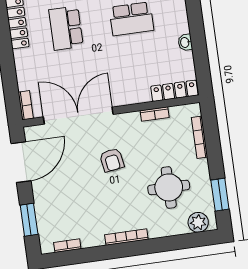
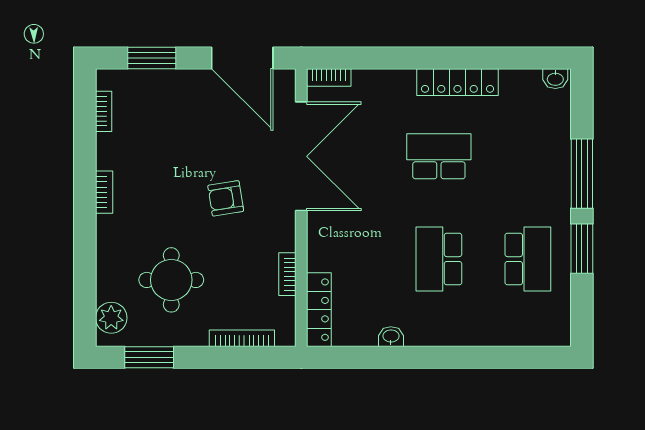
bookcase: (126, 237) -> (104, 192), width x0.64

